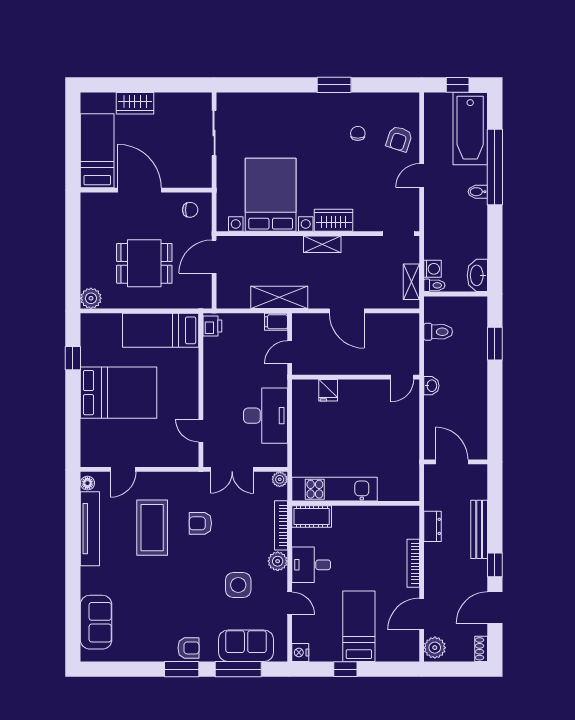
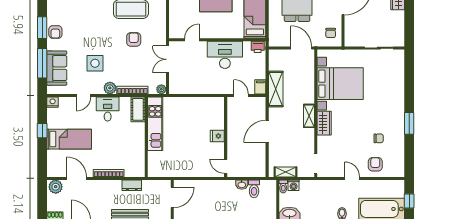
armchair: (399, 139) -> (375, 164), turned 72
washbasin: (431, 386) -> (242, 185), moved
fridge: (328, 390) -> (217, 136), moved
desk: (265, 416) -> (225, 55), moved, turned 180

